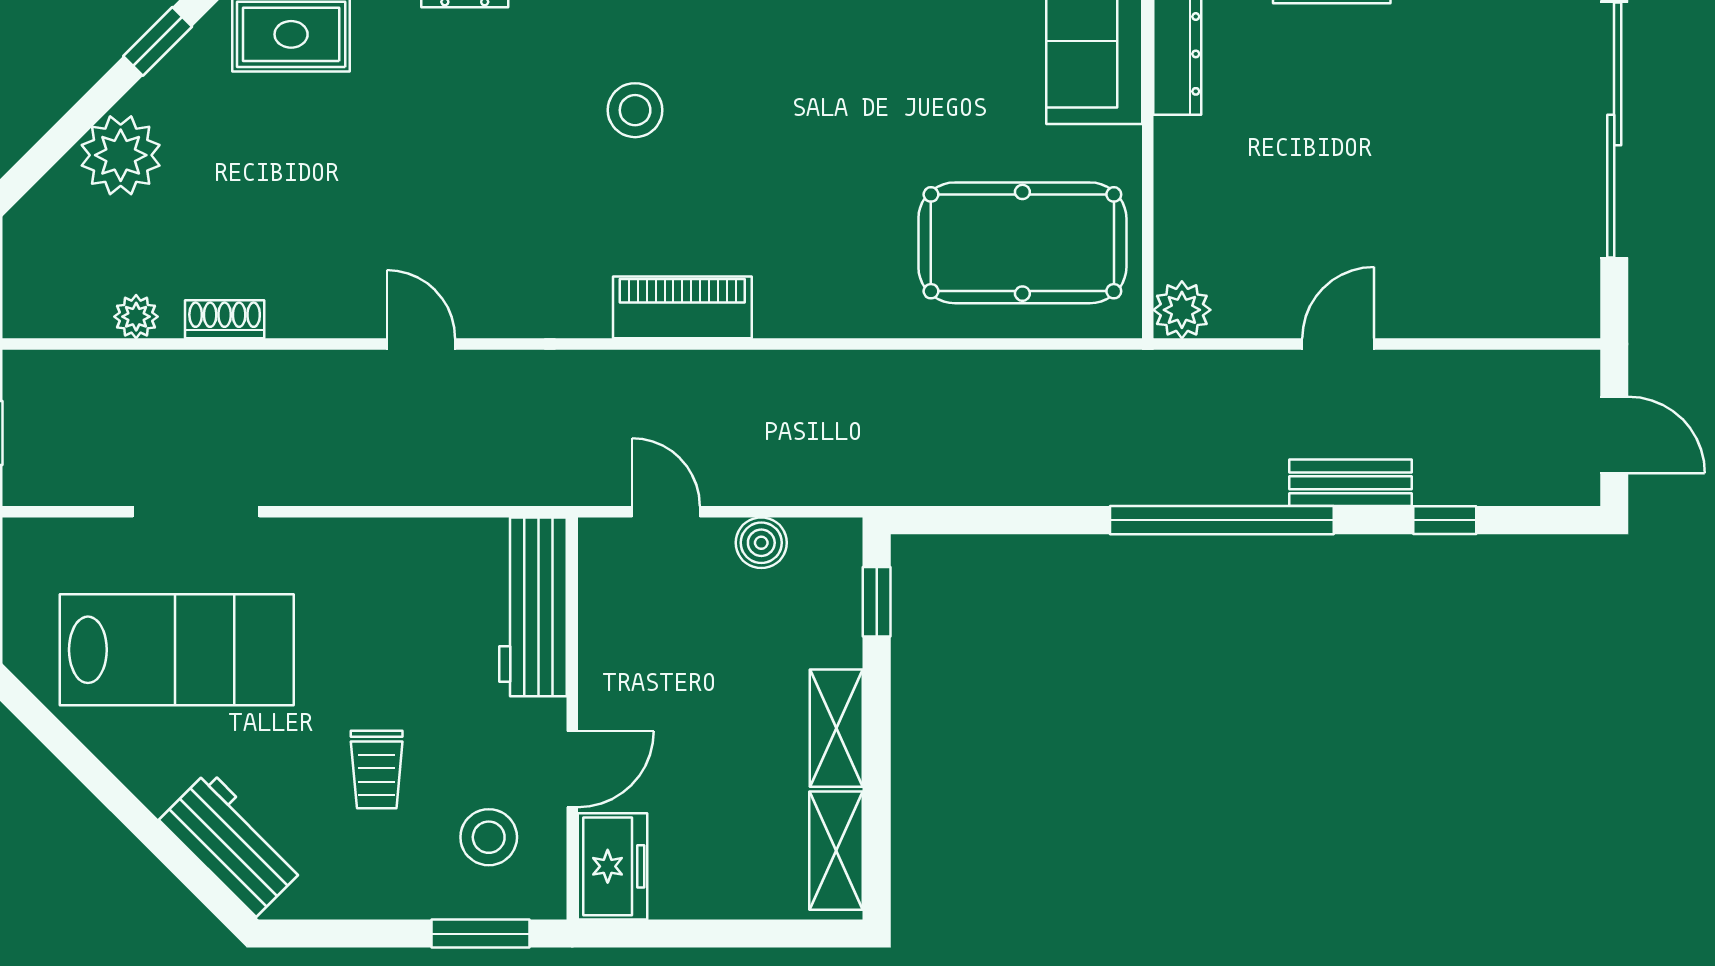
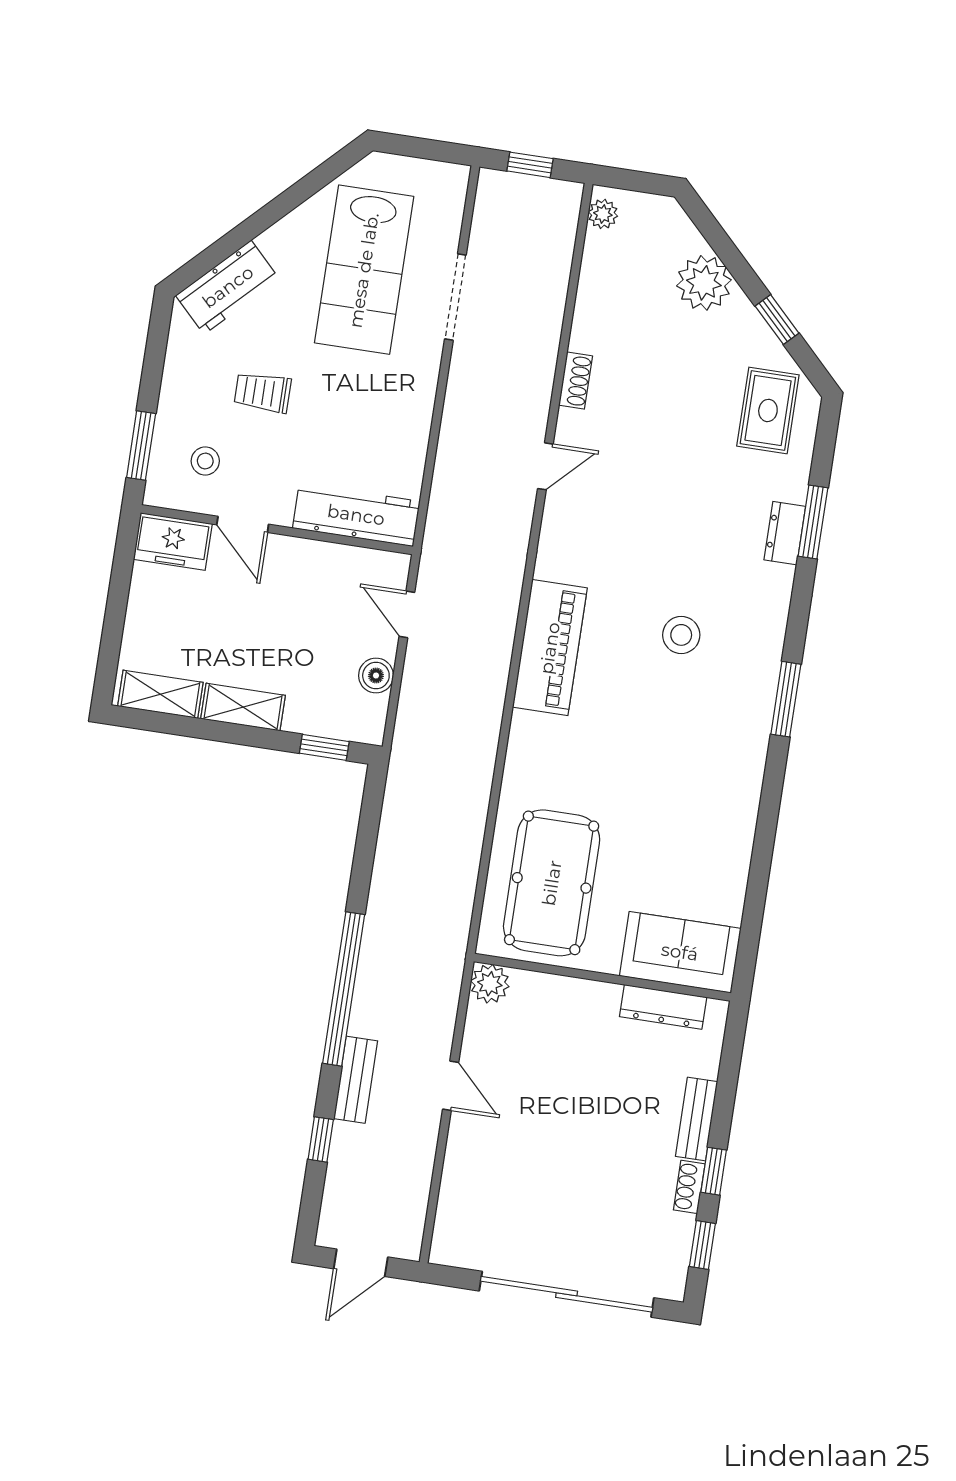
piano: (682, 307) -> (550, 648), width x1.37, depth x1.33
plant: (136, 317) -> (603, 214), moved
shoe rack: (225, 319) -> (576, 381), moved
door: (666, 512) -> (407, 614), swing flipped
stool: (489, 837) -> (205, 461), width x0.73, depth x0.73

